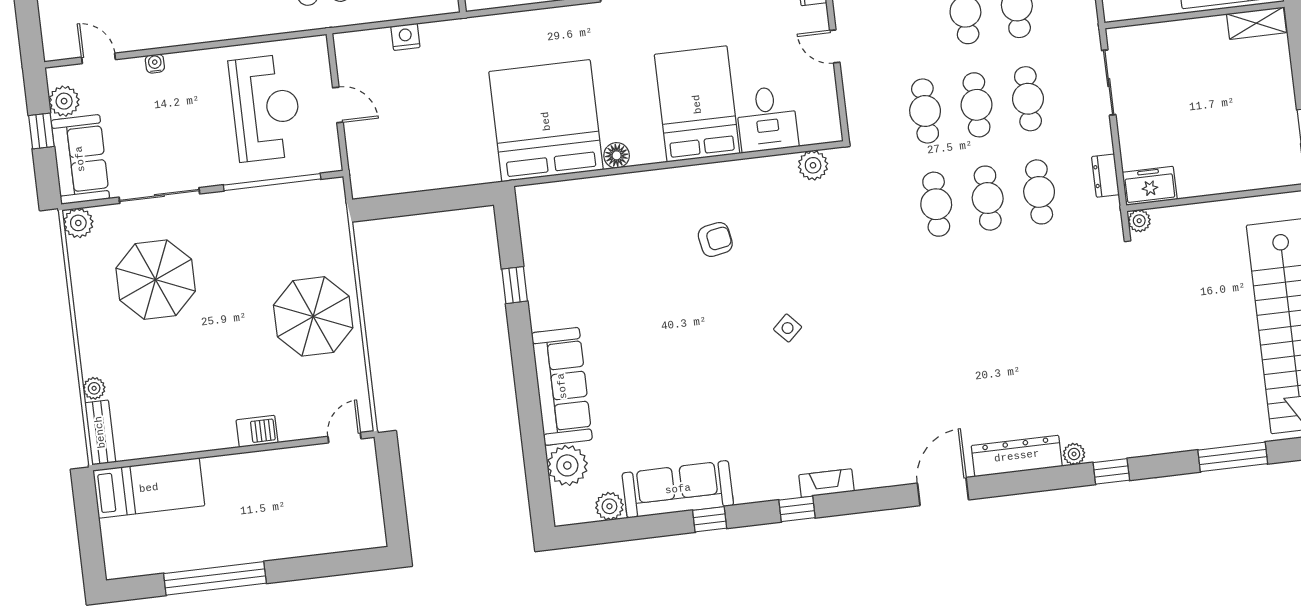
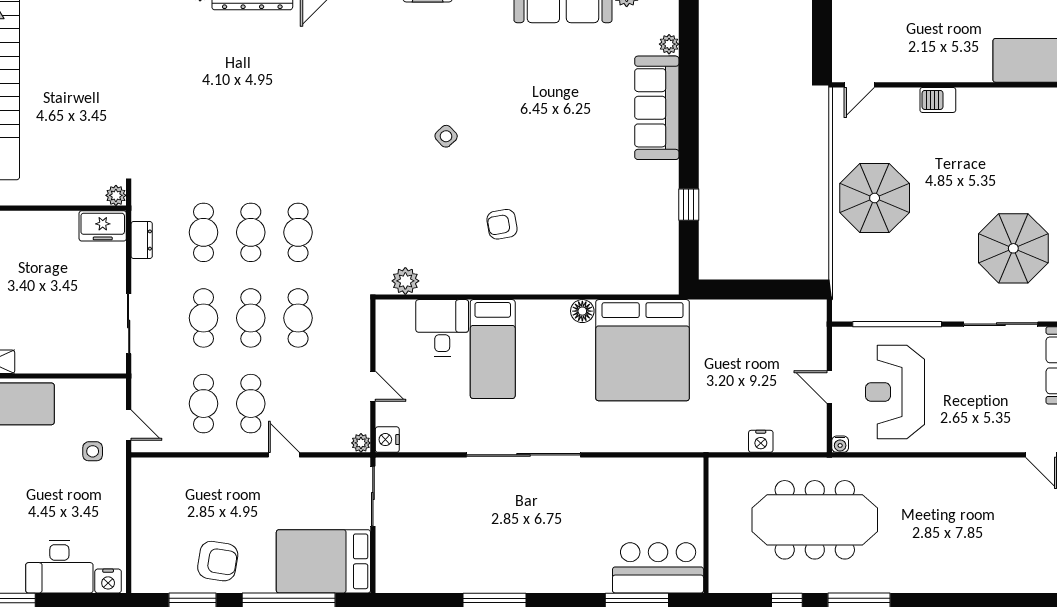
water cooler: (155, 64) -> (840, 444), moved
bed: (697, 104) -> (493, 349), width x0.67
plant: (567, 465) -> (669, 44), width x0.53, depth x0.53

